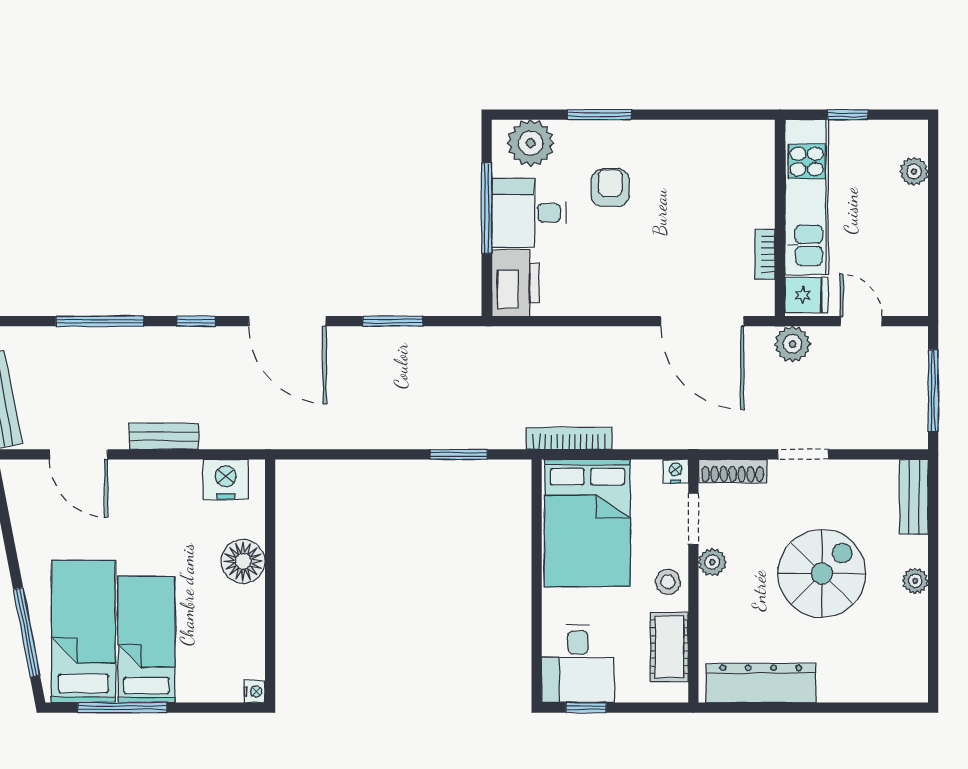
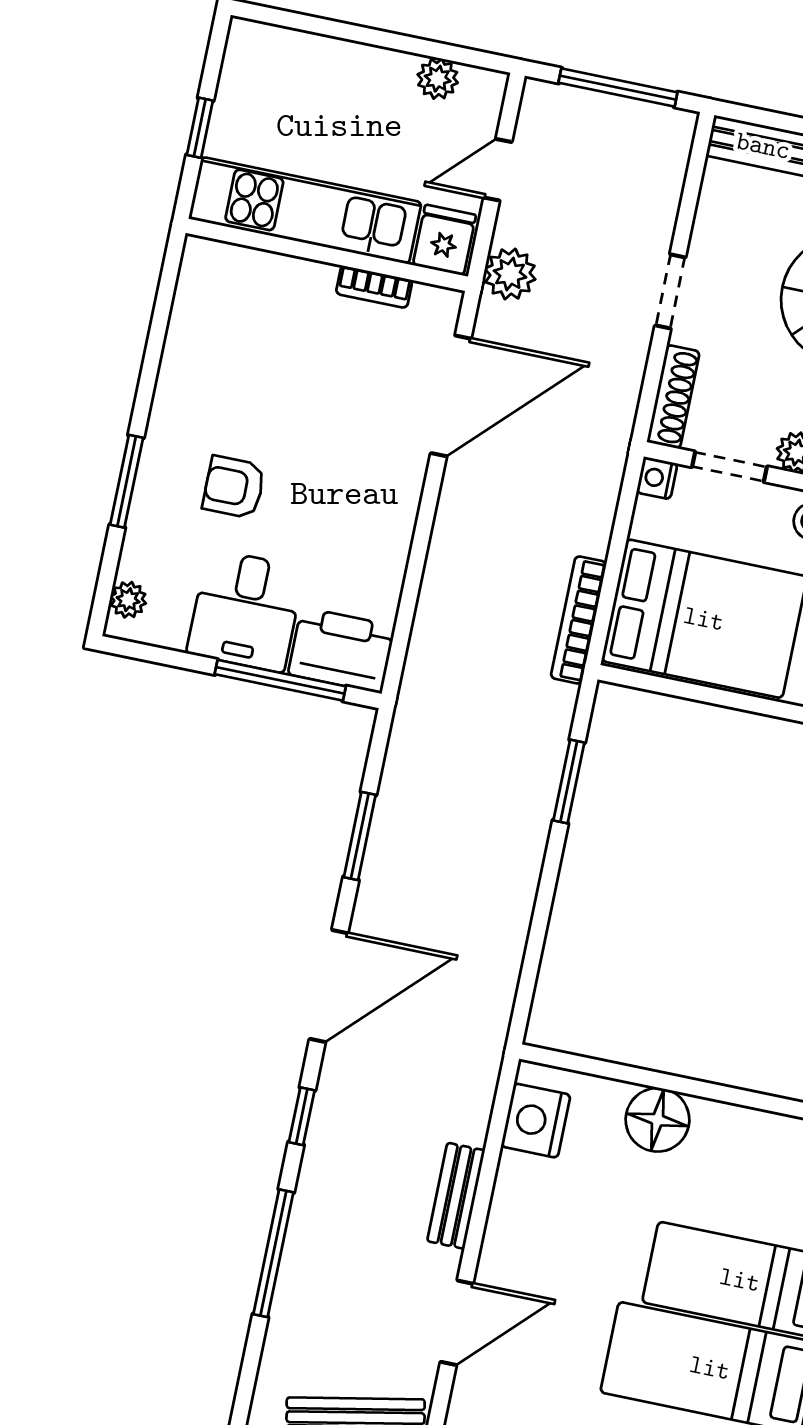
plant: (531, 143) -> (128, 600), width x0.53, depth x0.53
plant: (914, 171) -> (438, 79), moved
window: (487, 208) -> (280, 680), moved

